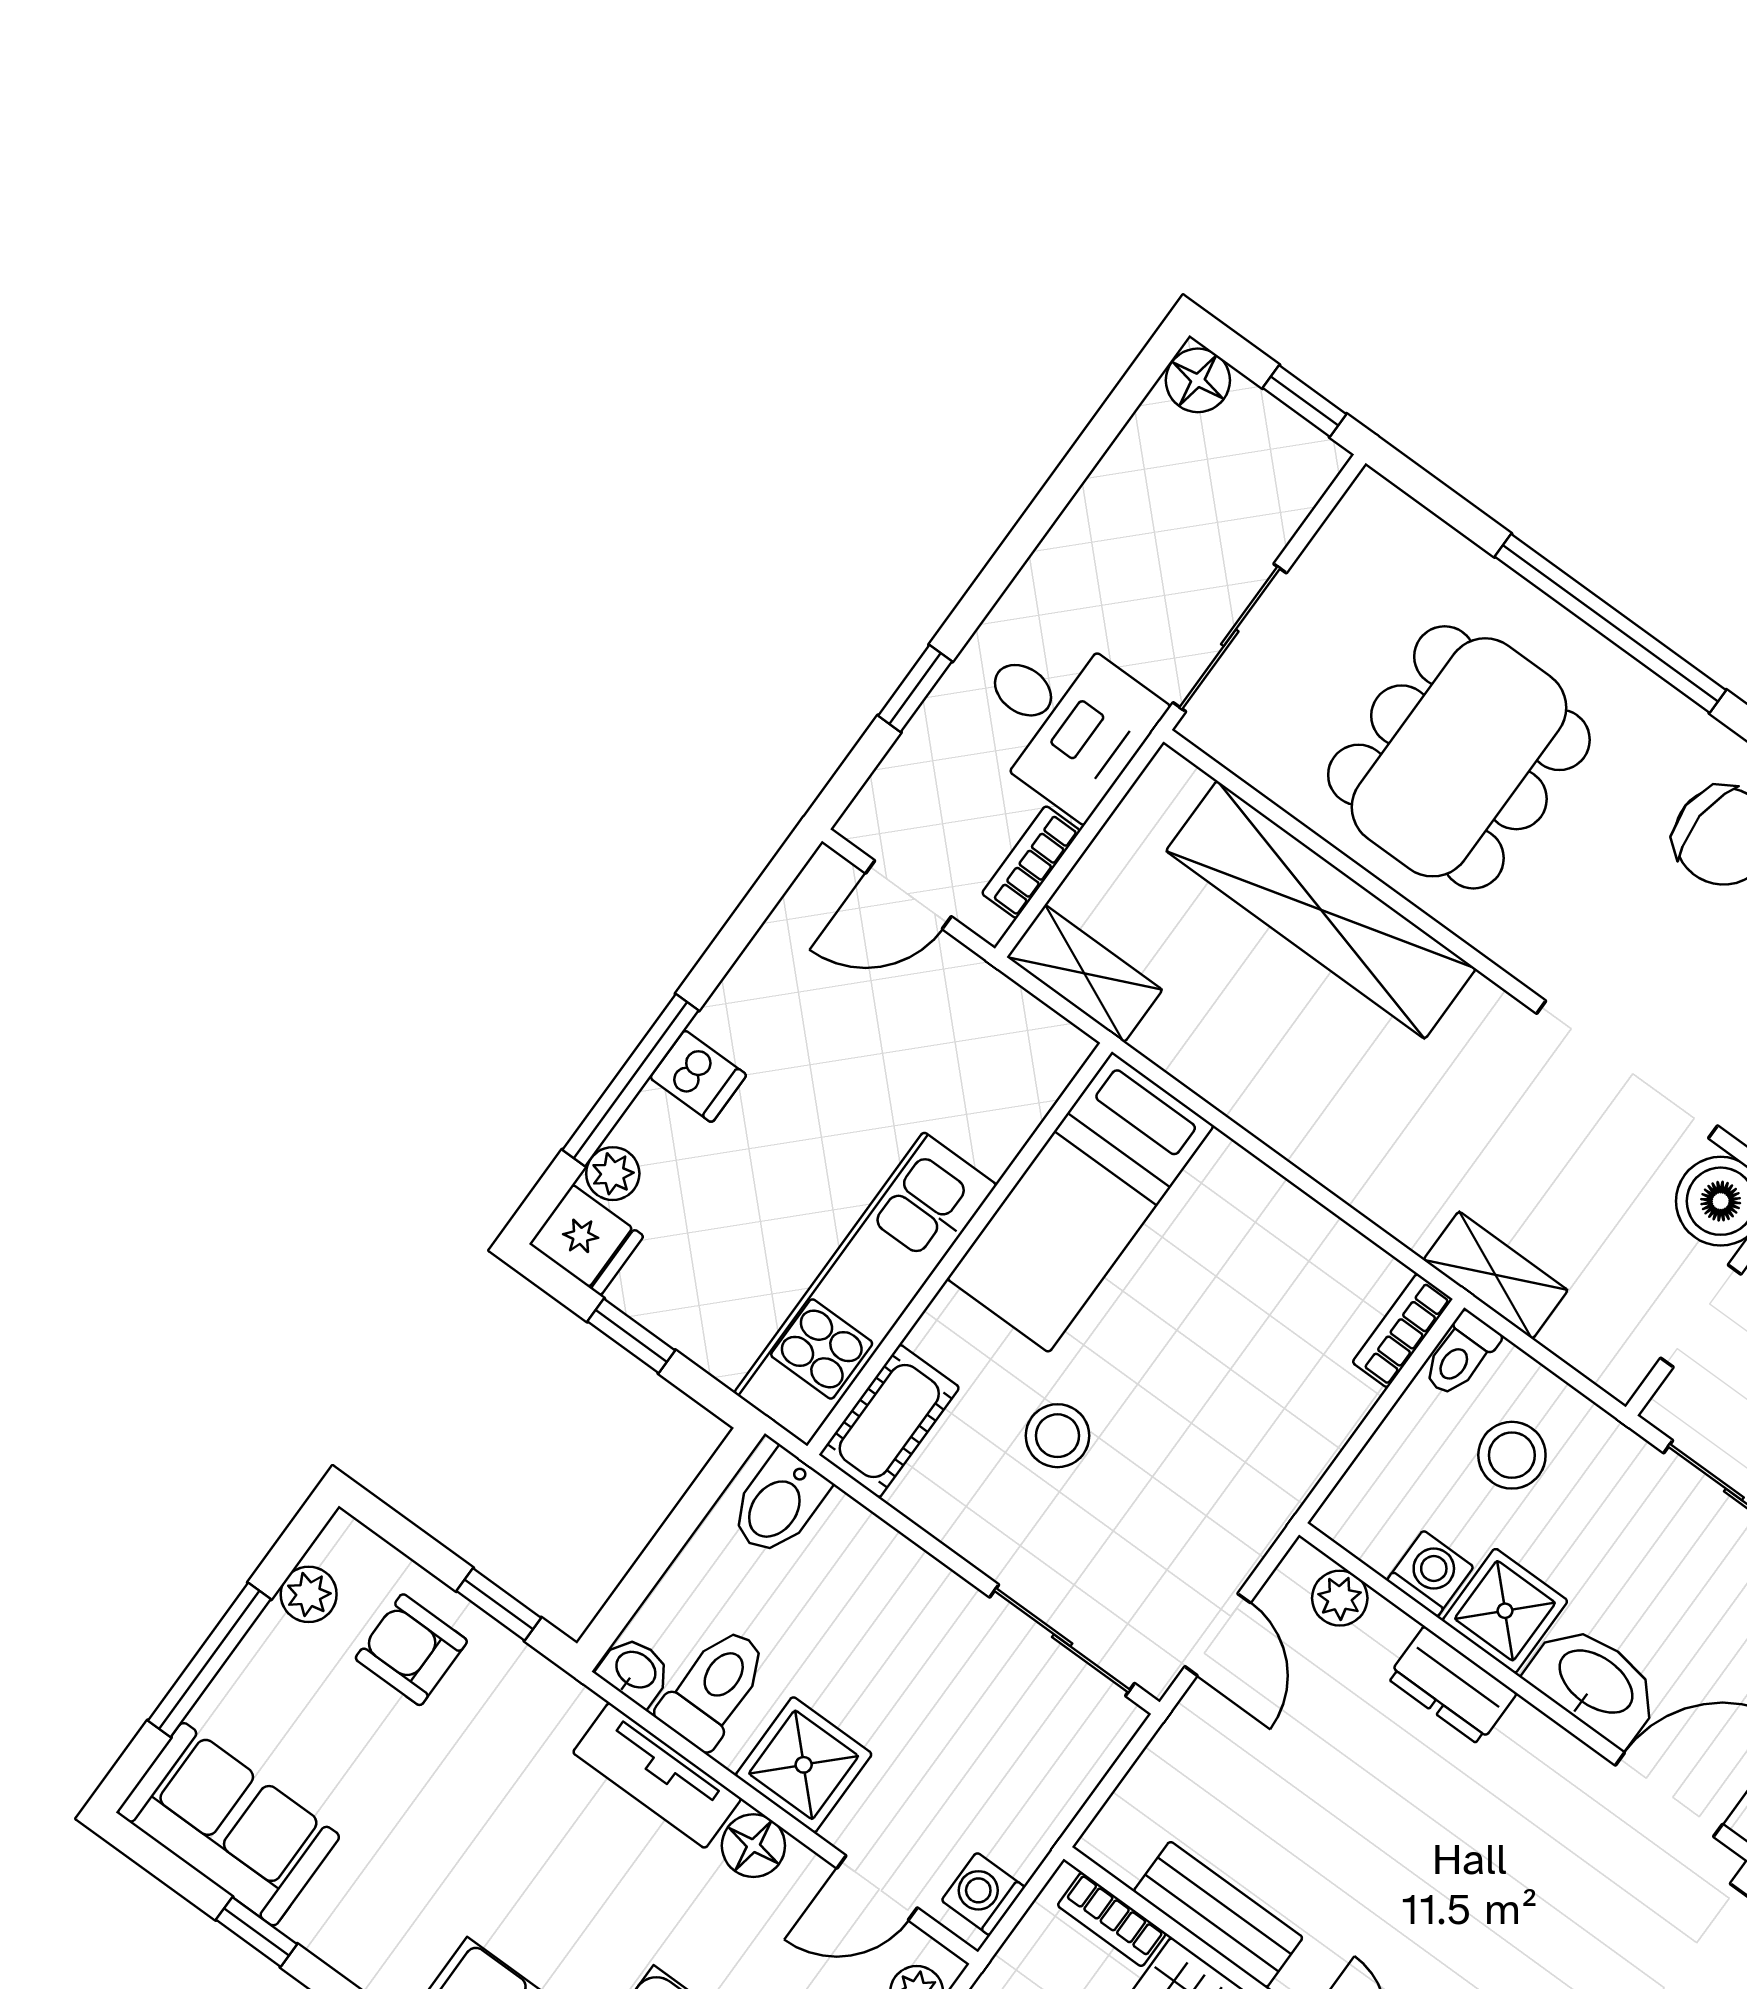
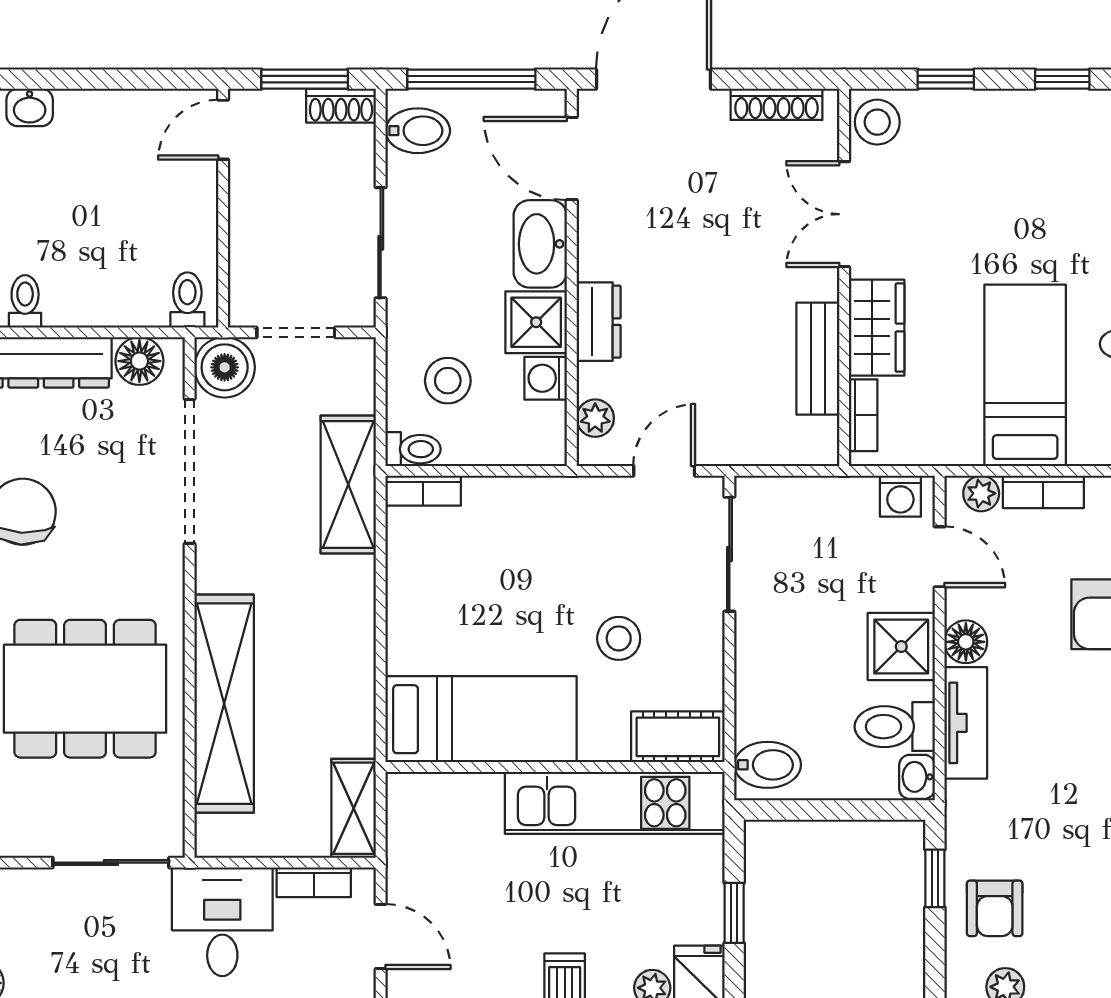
shelving: (1496, 1275) -> (348, 485), width x1.50, depth x1.33

